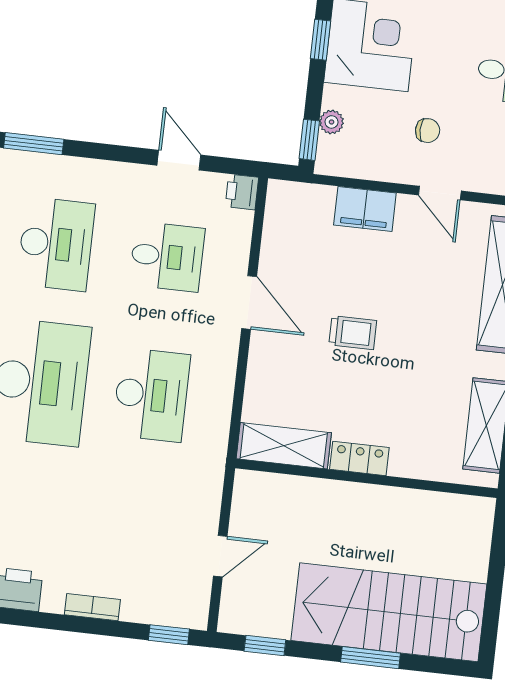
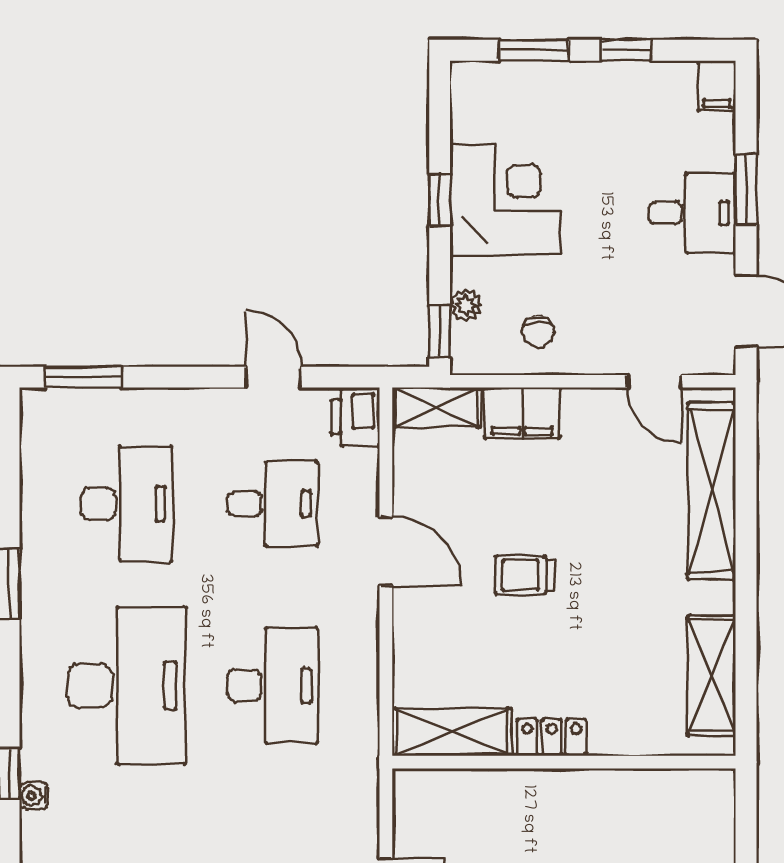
chair: (428, 131) -> (538, 332), moved, turned 90
printer: (242, 192) -> (355, 417), width x1.36, depth x1.24
door: (440, 193) -> (654, 381), moved
shelving: (300, 197) -> (436, 407), added
trolley: (353, 333) -> (525, 575), turned 180

